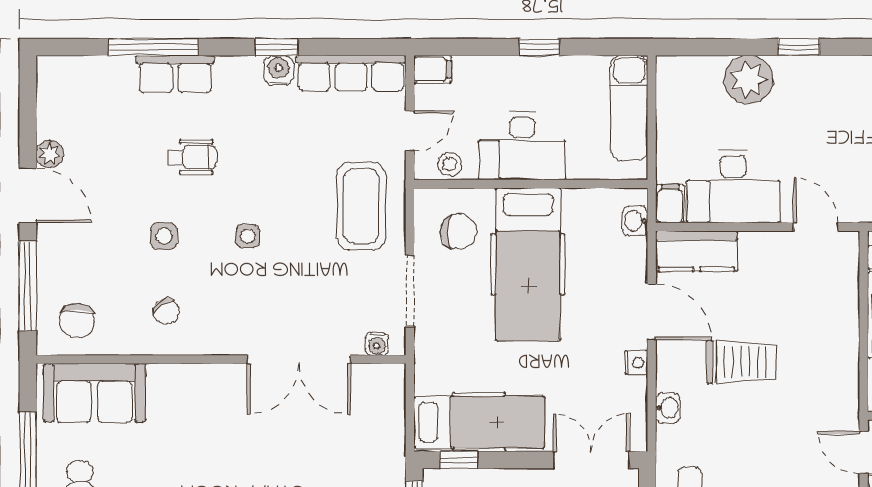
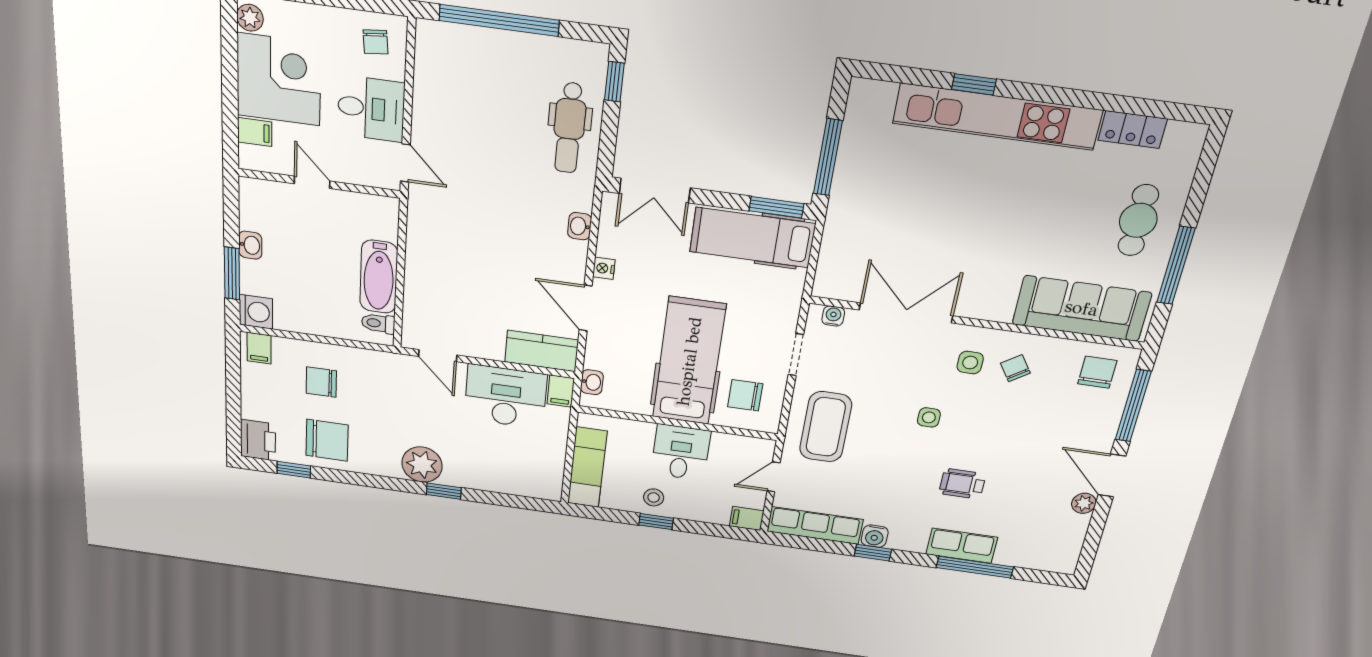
plant: (748, 80) -> (422, 465), moved
desk: (522, 146) -> (681, 452), width x0.73
stool: (450, 164) -> (654, 497), moved
side table: (164, 236) -> (970, 363), moved
doorway: (410, 291) -> (796, 355), width x0.73
trolley: (741, 362) -> (511, 256), removed
sofa: (94, 393) -> (1082, 308), width x1.36
window: (459, 460) -> (776, 207), width x1.50

